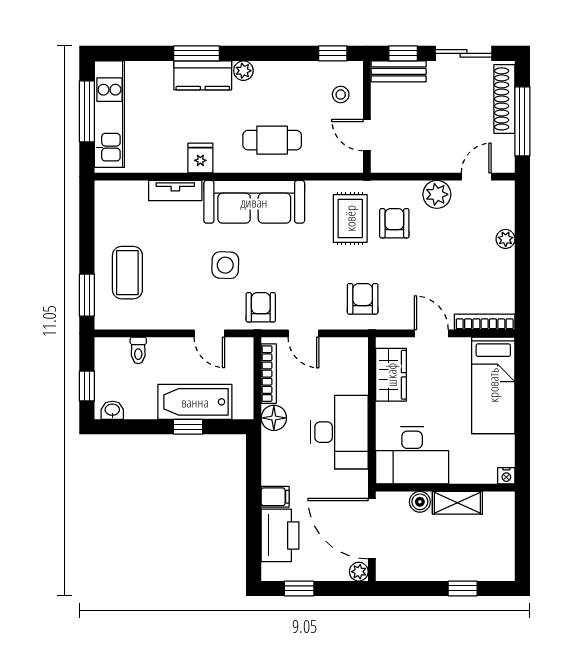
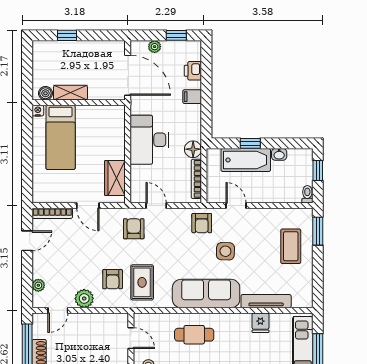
fridge: (200, 158) -> (260, 323), moved
tv unit: (175, 190) -> (266, 301), width x1.41
plant: (506, 239) -> (38, 285), moved
door: (522, 281) -> (27, 241), added
armchair: (363, 299) -> (134, 229), turned 180
door: (303, 333) -> (156, 206), moved
toilet: (138, 350) -> (307, 194), moved
bed: (493, 385) -> (61, 137), moved, turned 180
washbasin: (112, 410) -> (279, 154), moved
desk: (412, 455) -> (101, 124), removed
boiler: (420, 502) -> (45, 93), moved
printer: (280, 535) -> (193, 71), width x0.53, depth x0.68
plant: (359, 572) -> (155, 47), moved

